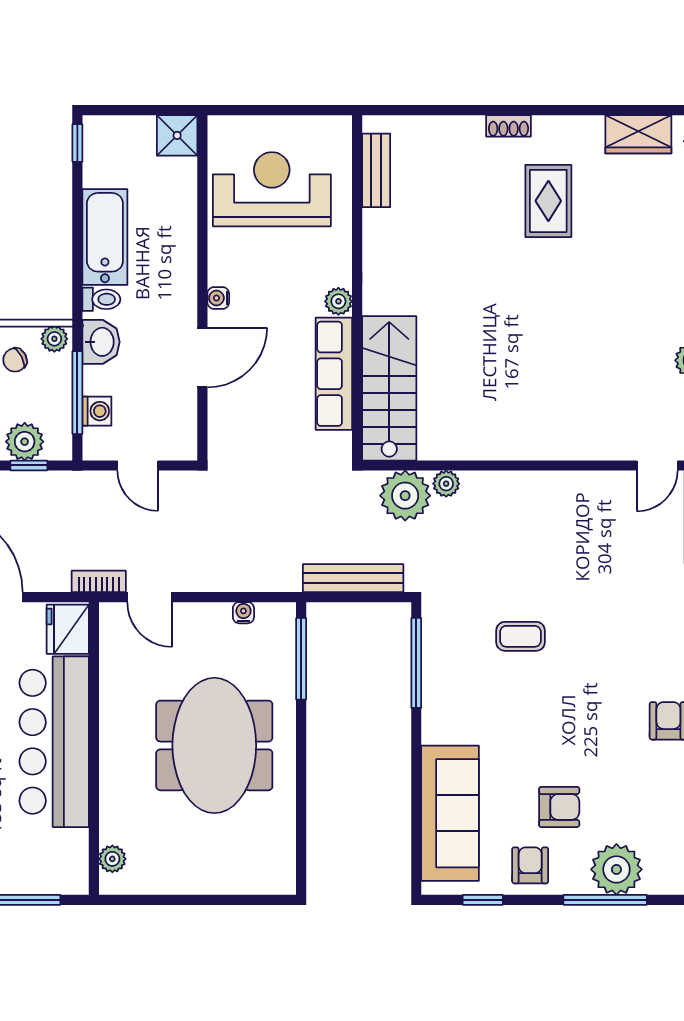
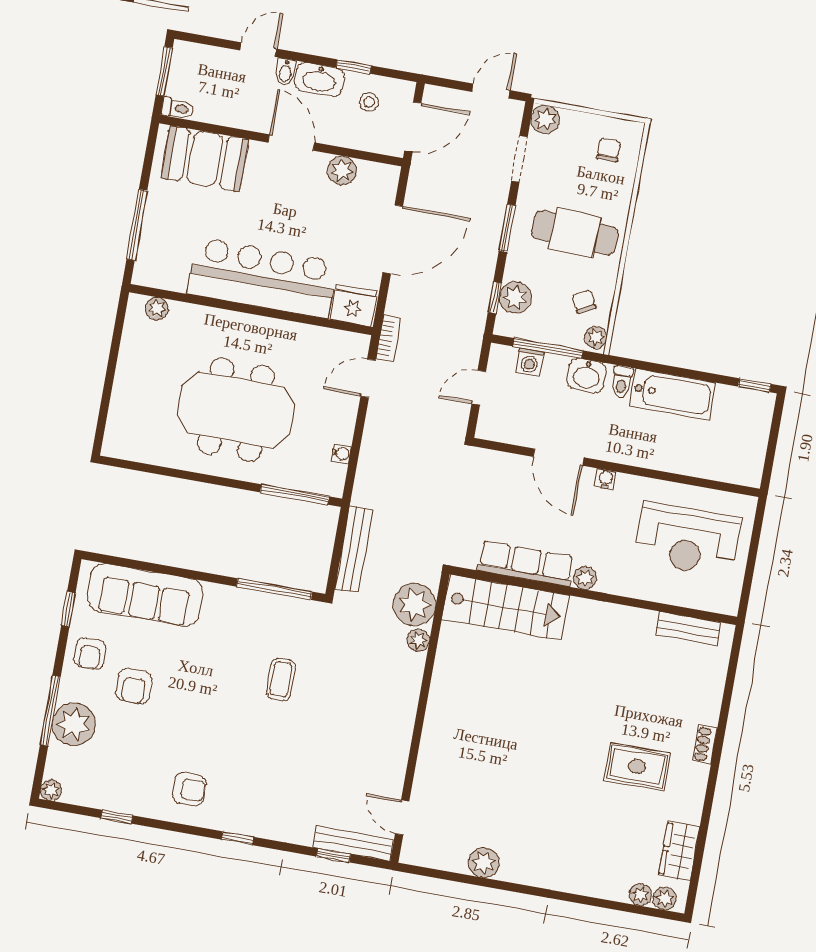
shower: (177, 135) -> (746, 469), removed
reception desk: (272, 189) -> (688, 539), turned 90
armchair: (530, 865) -> (90, 654), turned 90

